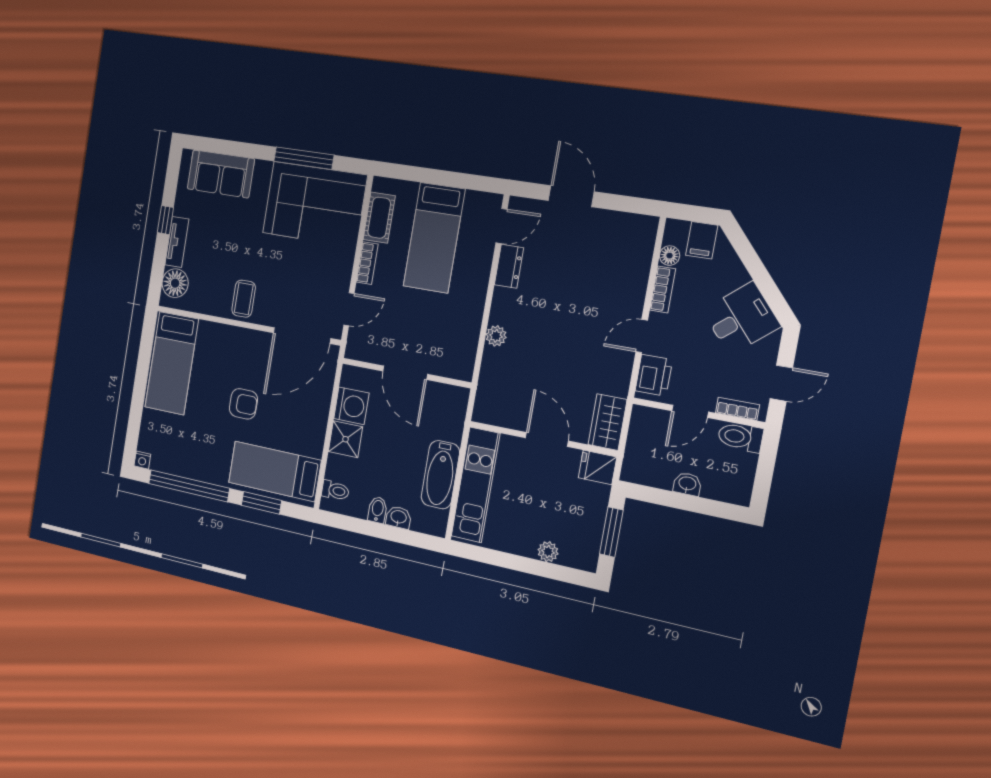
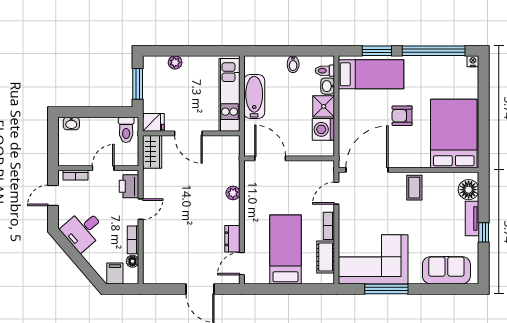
bed: (172, 363) -> (454, 133), width x1.50
door: (405, 373) -> (270, 158), moved
toilet: (740, 437) -> (126, 130), moved, turned 90
washbasin: (687, 484) -> (71, 124), moved
washbasin: (399, 517) -> (328, 86), moved, turned 90

